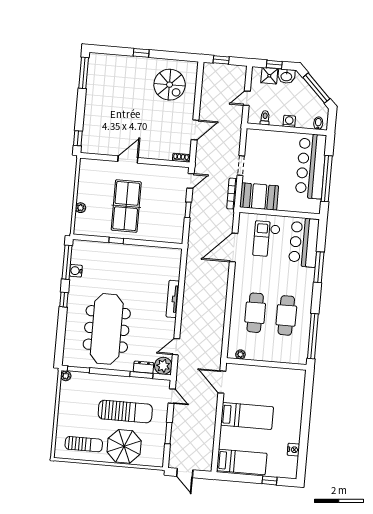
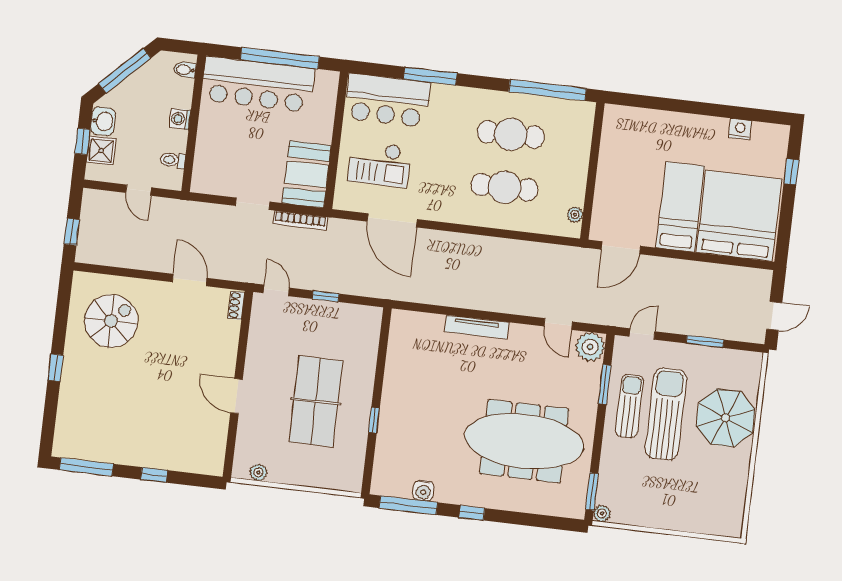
window: (78, 138) -> (154, 475), moved
table tennis table: (126, 206) -> (316, 401), turned 90
plant: (81, 208) -> (258, 472), moved
dresser: (144, 367) -> (591, 380), removed
sun lounger: (84, 444) -> (629, 406), moved
bed: (242, 462) -> (739, 216), width x2.04

